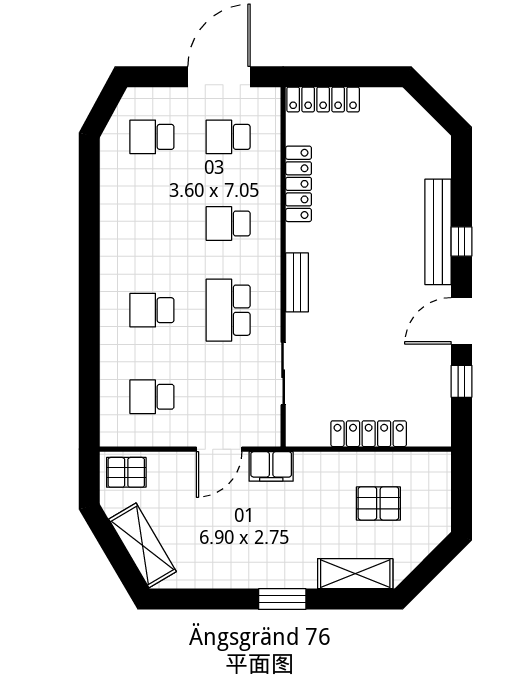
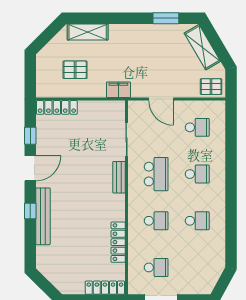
school desk: (152, 137) -> (197, 221), moved
bench: (297, 282) -> (119, 177), moved
locker: (369, 434) -> (57, 107), moved
door: (219, 449) -> (161, 99), swing flipped
filing cabinet: (271, 466) -> (118, 90), moved
window: (282, 599) -> (166, 18), moved

